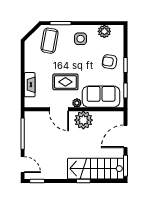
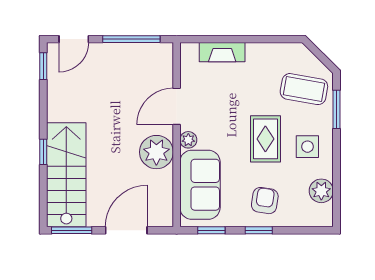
rug: (65, 82) -> (265, 139), moved
door: (126, 136) -> (126, 230), hinge flipped

